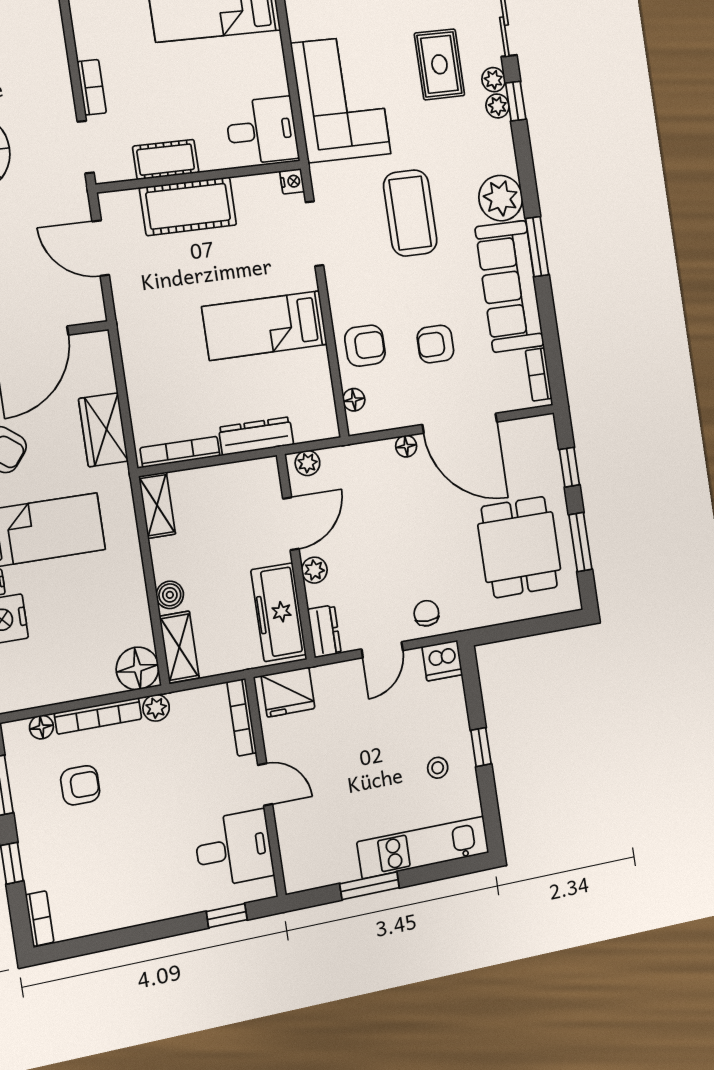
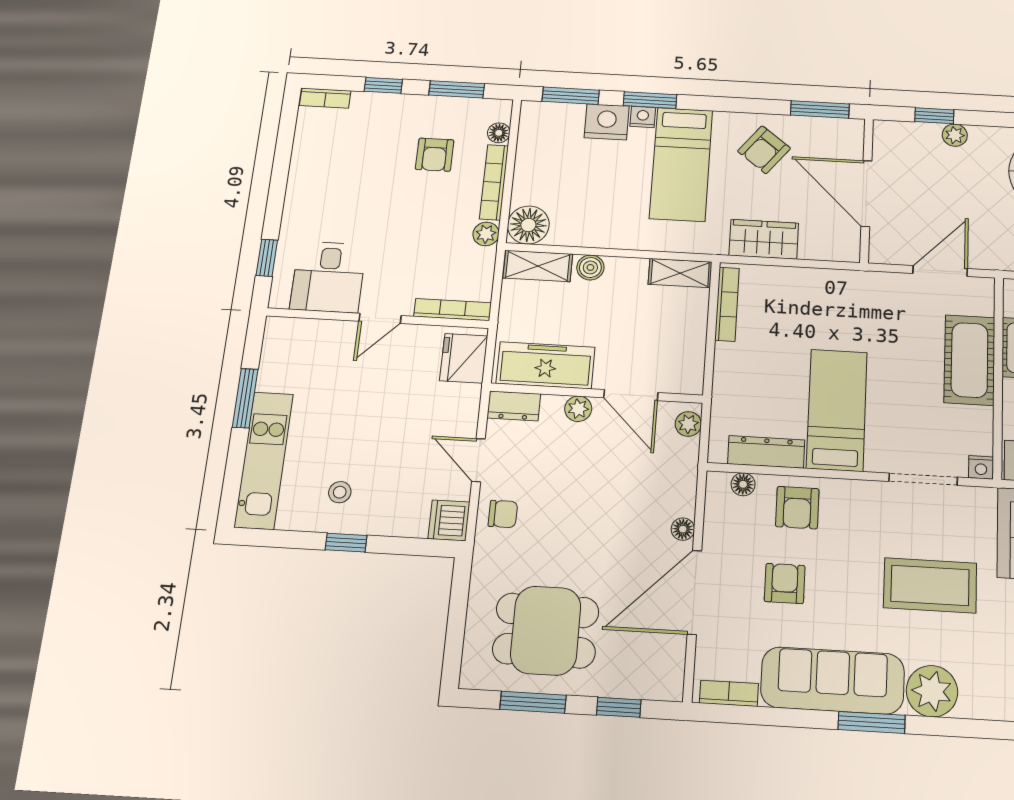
dresser: (256, 436) -> (766, 452), moved, turned -90

